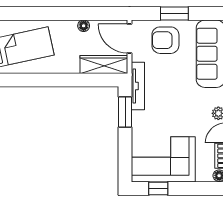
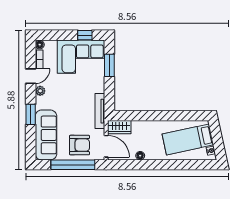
window: (174, 14) -> (73, 165), width x2.11
wardrobe: (104, 64) -> (119, 127), width x0.67
window: (125, 112) -> (109, 65), moved

